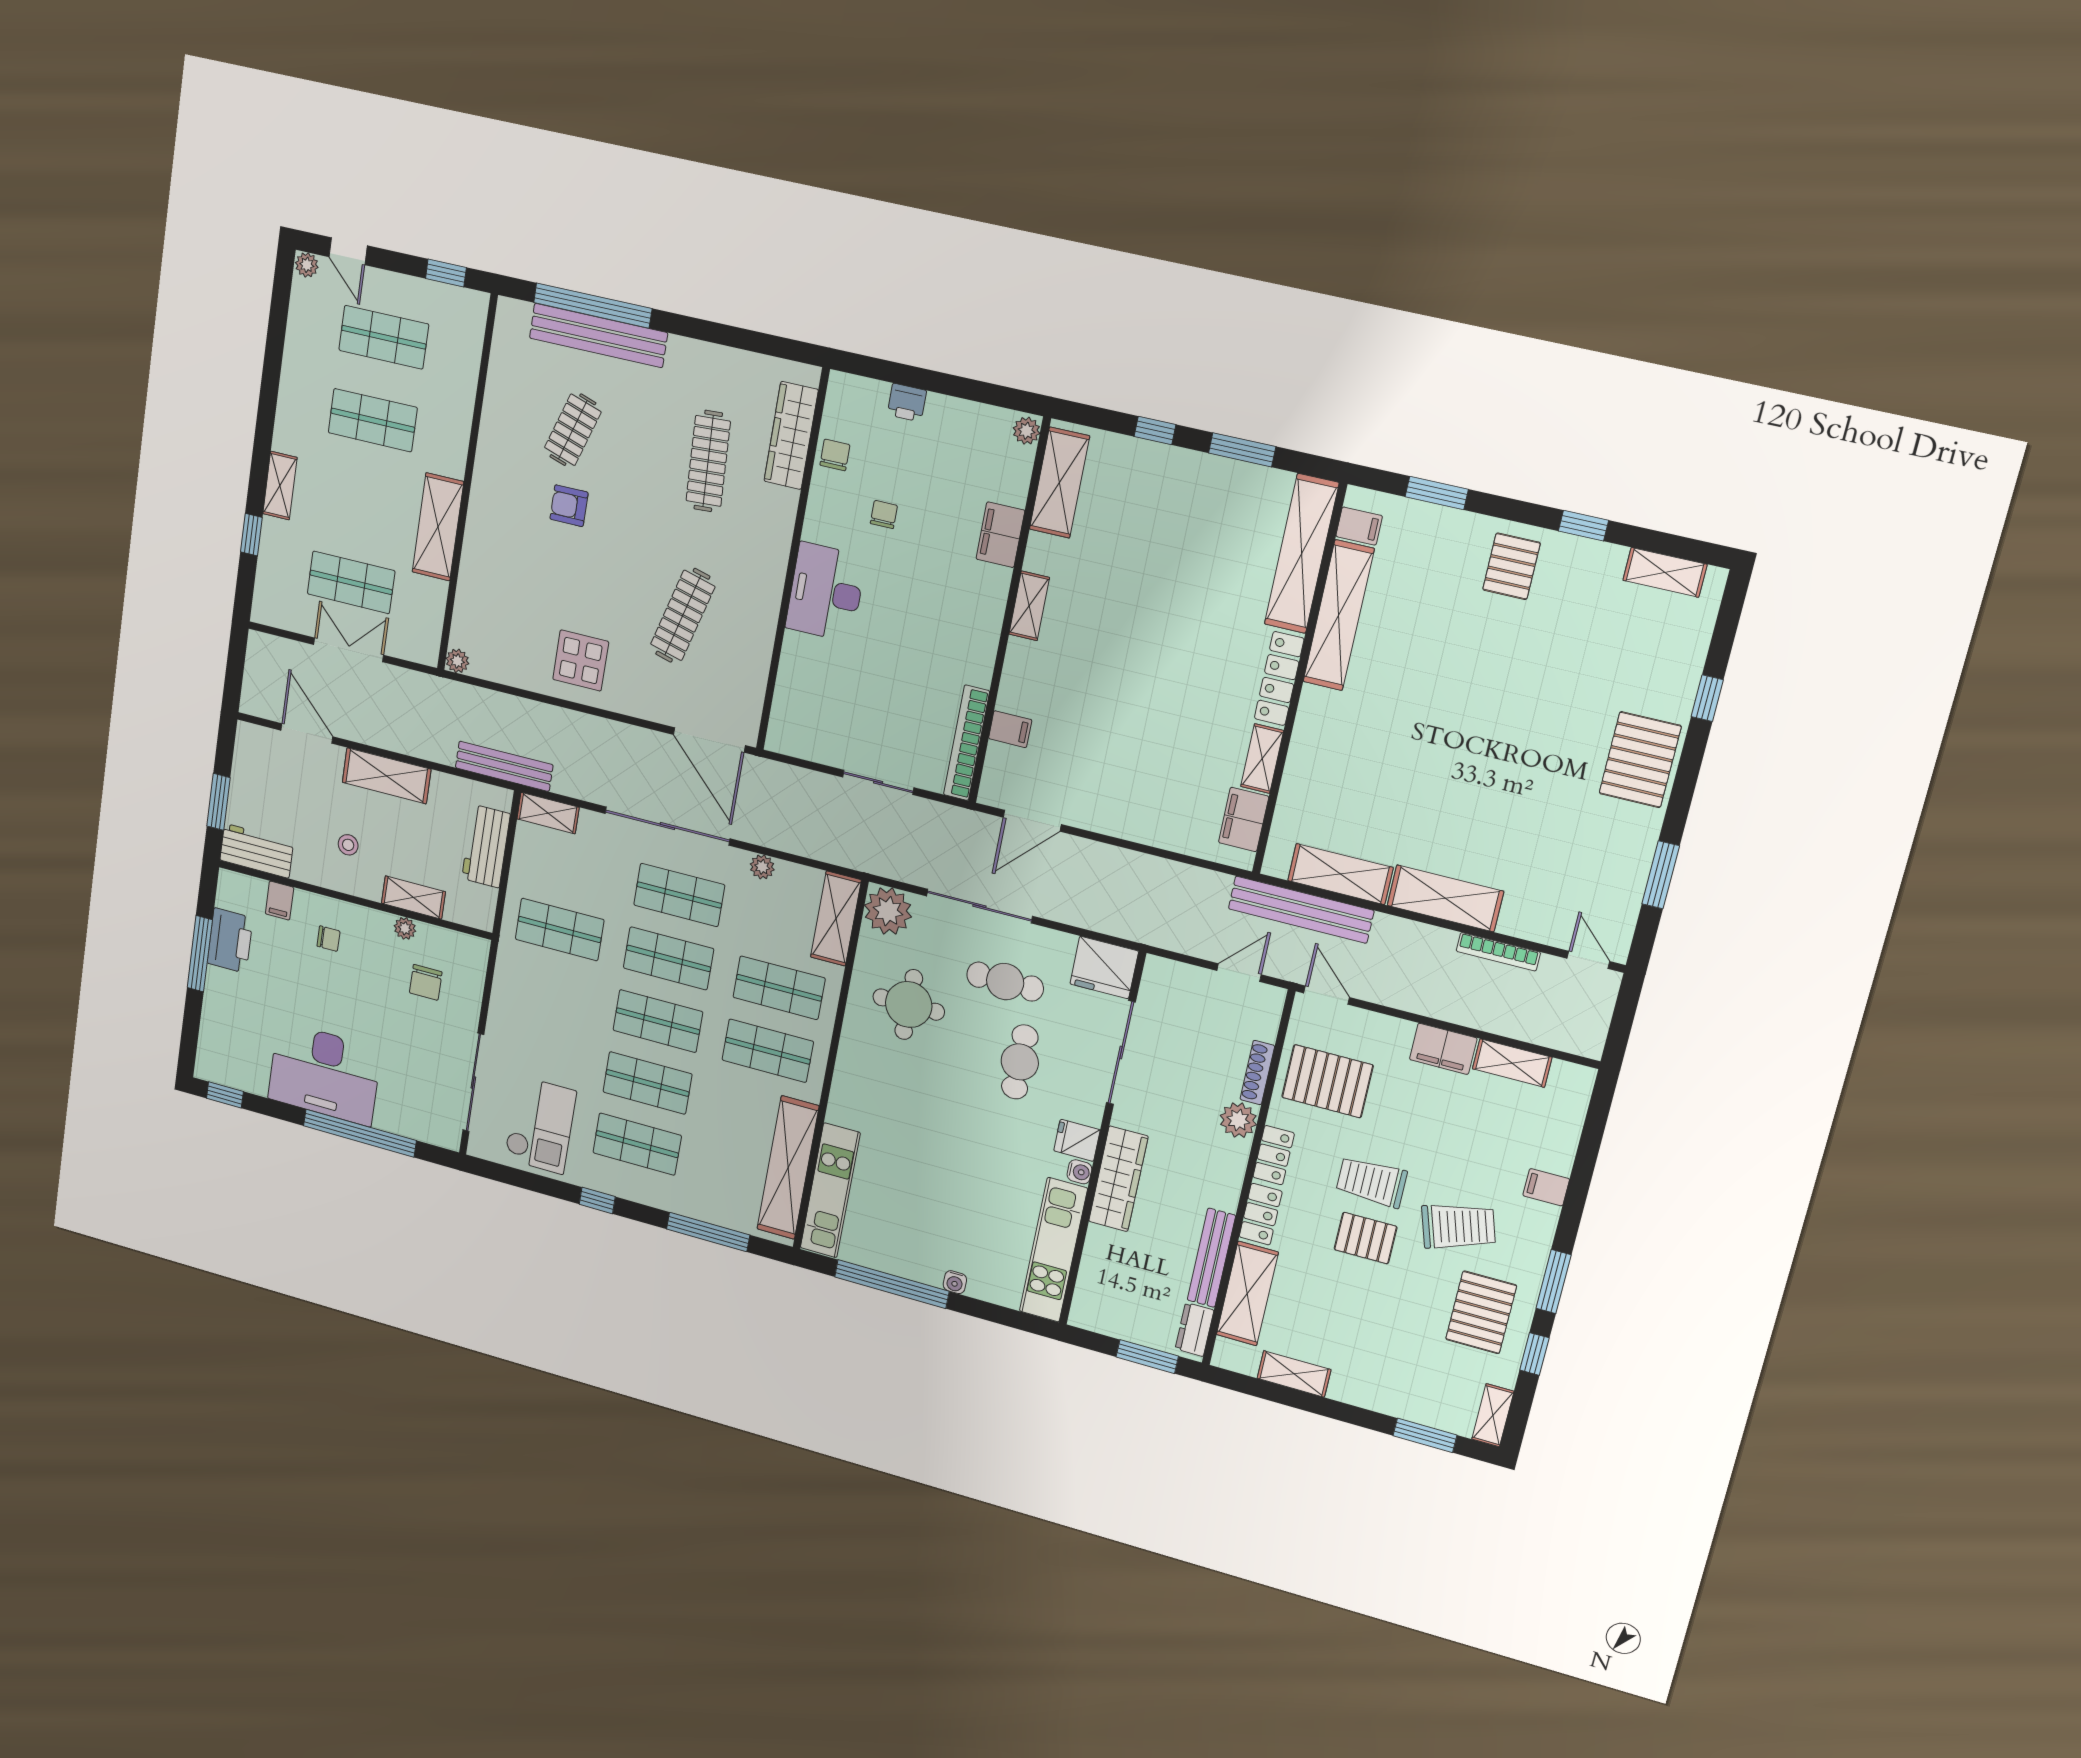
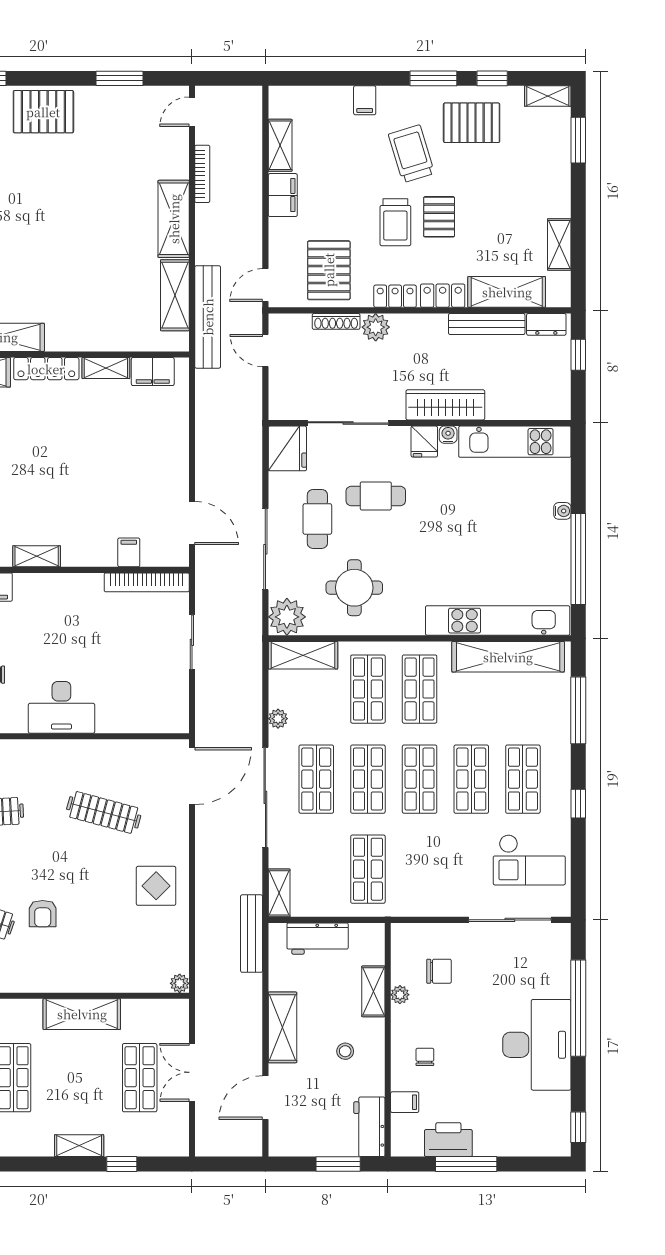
checkout: (540, 1125) -> (529, 860), turned 180
kitchen unit: (830, 1190) -> (498, 621), width x1.36
window: (1147, 1357) -> (578, 355), width x0.67

